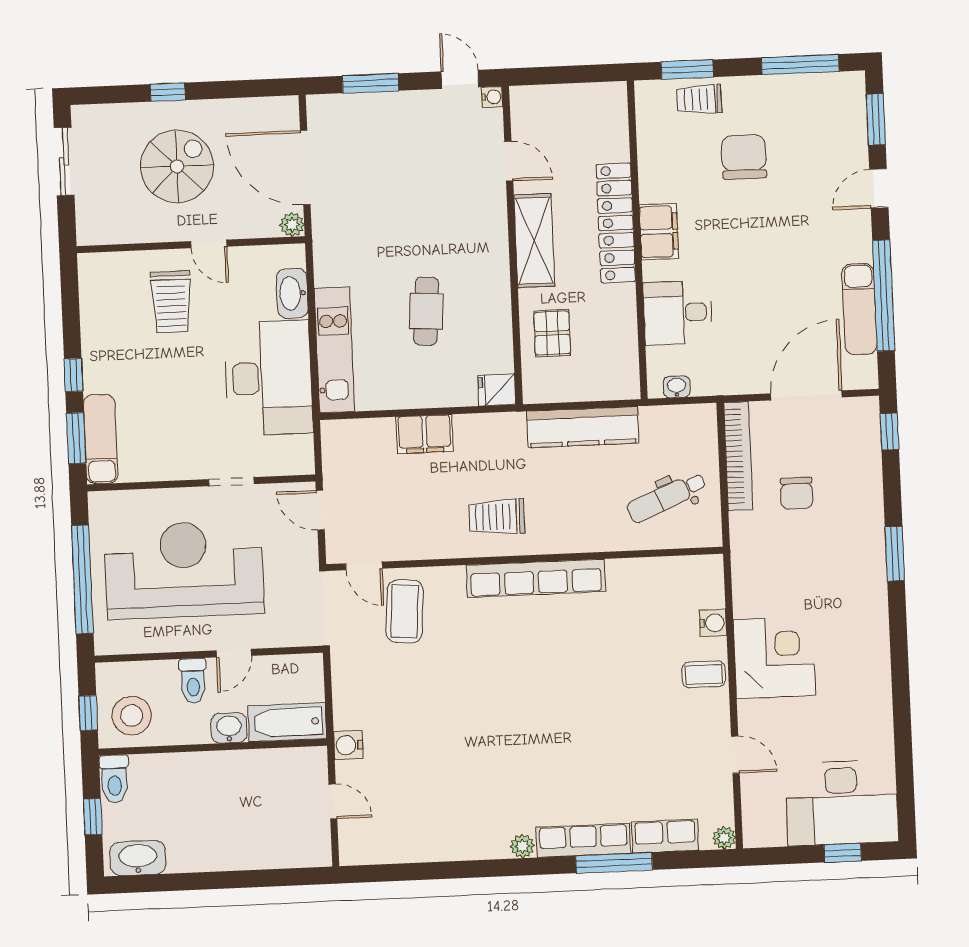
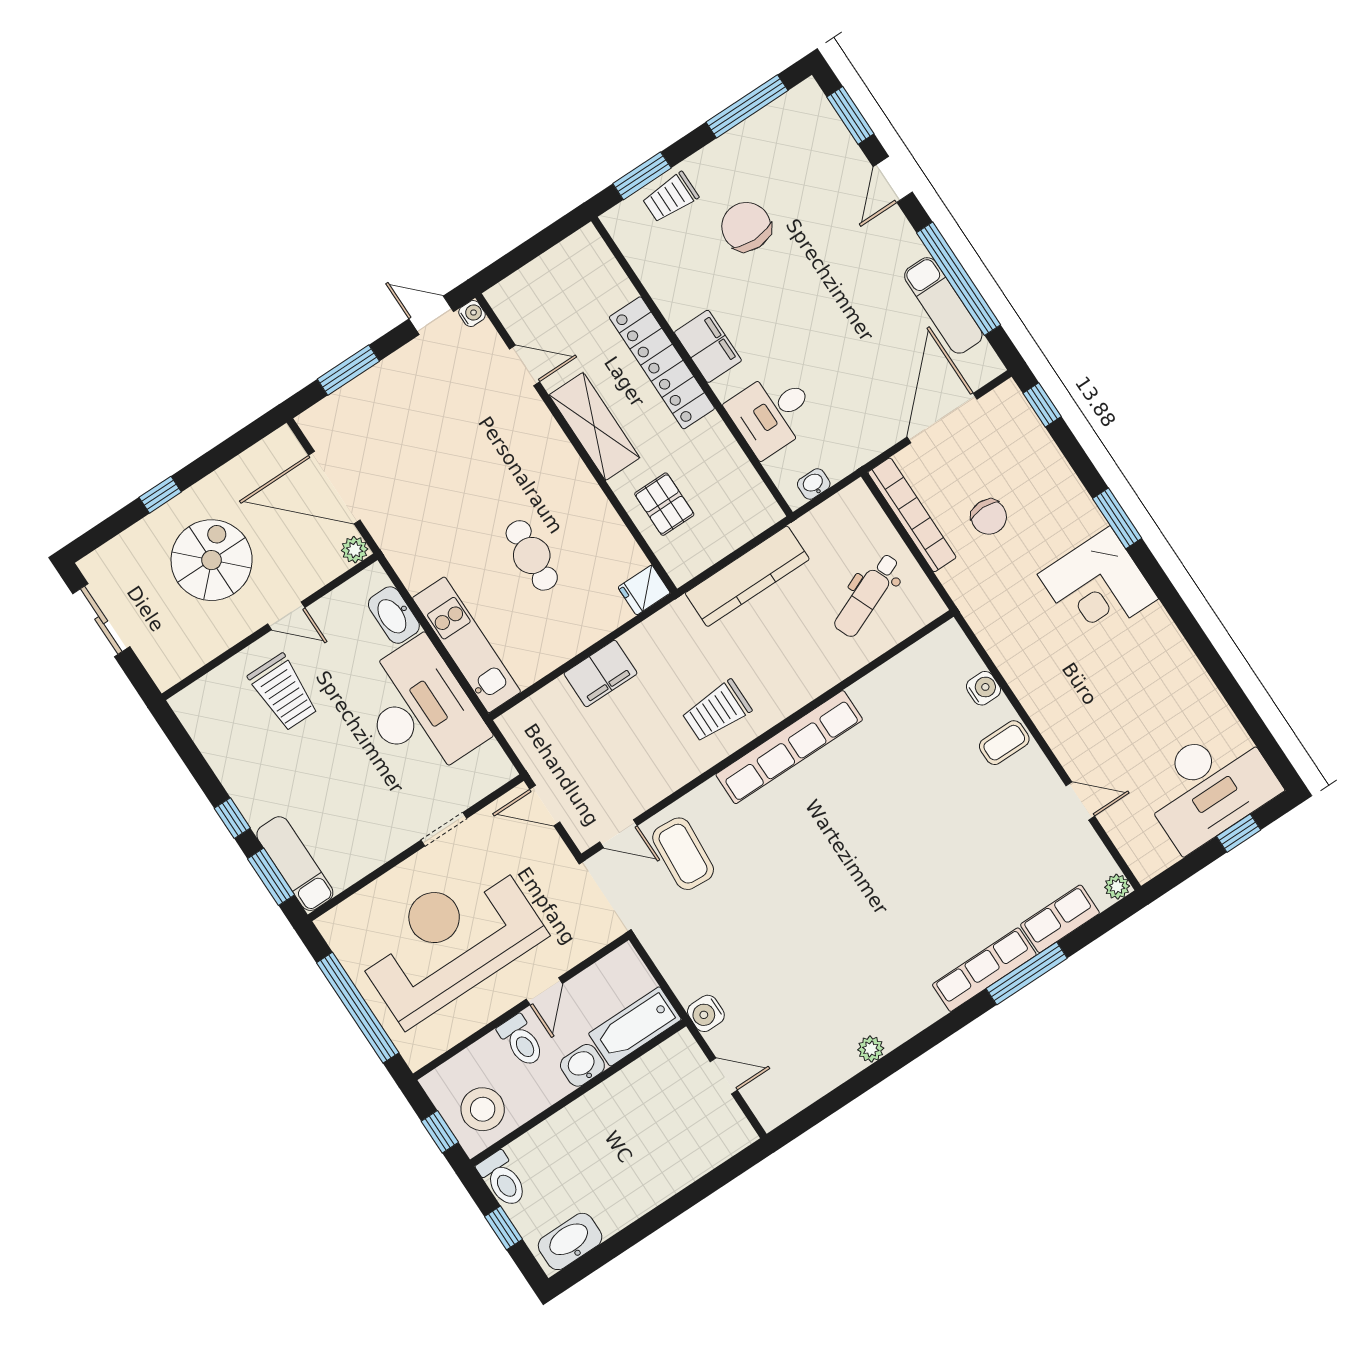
corner desk: (774, 658) -> (1098, 586), moved, turned 180
plant: (522, 846) -> (871, 1049), moved

